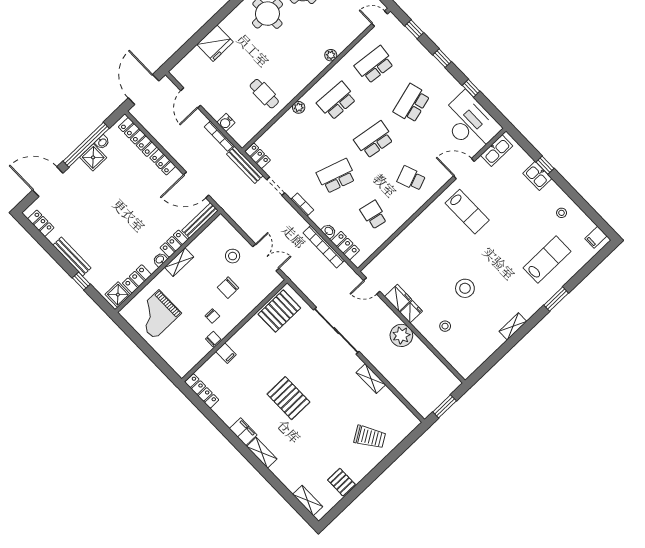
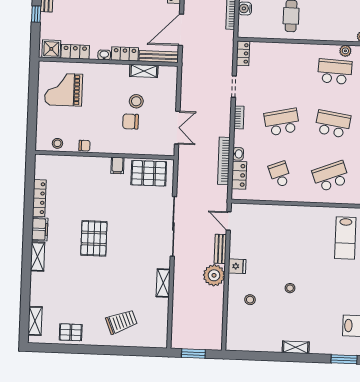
plant: (299, 107) -> (345, 51), moved
bench: (245, 165) -> (220, 249), moved, width x0.73
school desk: (336, 176) -> (282, 122), turned -30
school desk: (411, 178) -> (331, 176), width x1.85
door: (196, 185) -> (181, 30), hinge flipped
school desk: (374, 215) -> (280, 174), turned -33
stool: (233, 256) -> (136, 101), moved
shelving: (179, 262) -> (144, 71), moved
stool: (465, 288) -> (290, 288), width x0.53, depth x0.53
fridge: (398, 298) -> (238, 248), removed
chair: (212, 316) -> (100, 130), removed
filing cabinet: (226, 353) -> (117, 165), moved
stool: (192, 357) -> (57, 143), added
locker: (202, 391) -> (39, 198), moved
trolley: (370, 437) -> (121, 322), turned -80
pallet: (341, 482) -> (71, 332), turned 90

